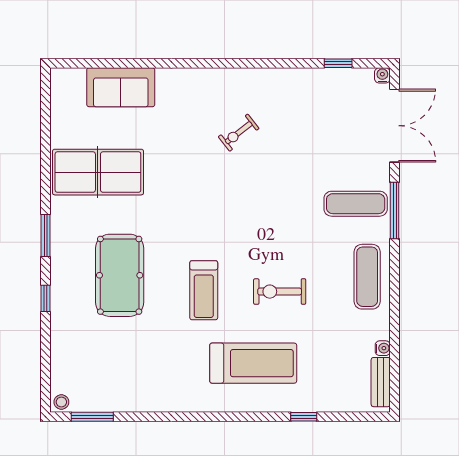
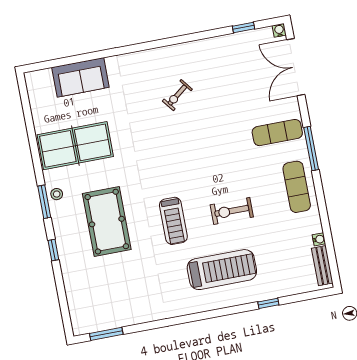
double door: (395, 126) -> (296, 67), swing flipped
window: (395, 211) -> (311, 148), moved
stool: (61, 402) -> (57, 194), moved

